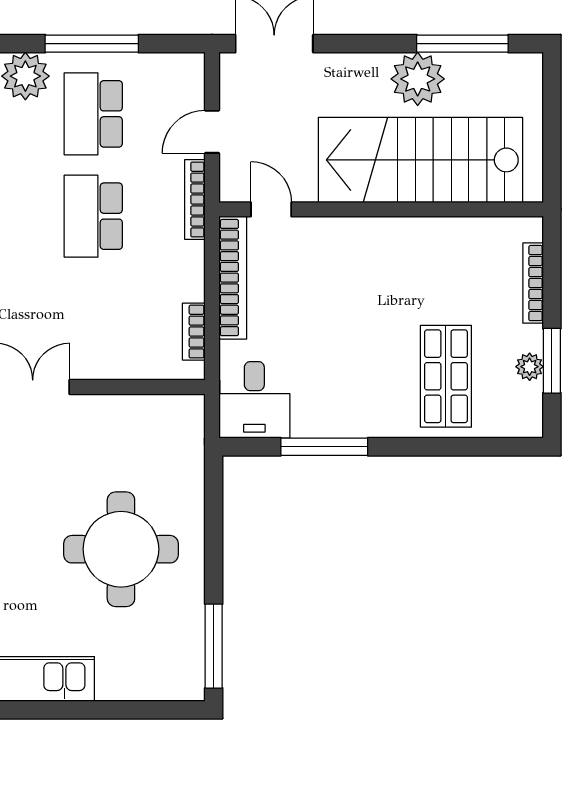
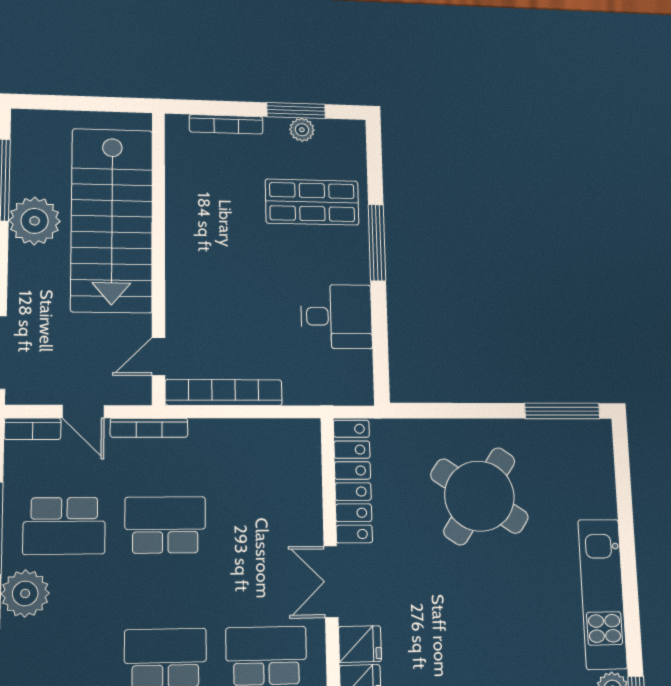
school desk: (93, 216) -> (165, 525), turned 180
bookcase: (194, 332) -> (33, 429), moved
desk: (254, 400) -> (336, 316), moved
locker: (138, 413) -> (353, 481), added
window: (324, 447) -> (377, 243), moved
round table: (121, 549) -> (479, 496), turned 34

